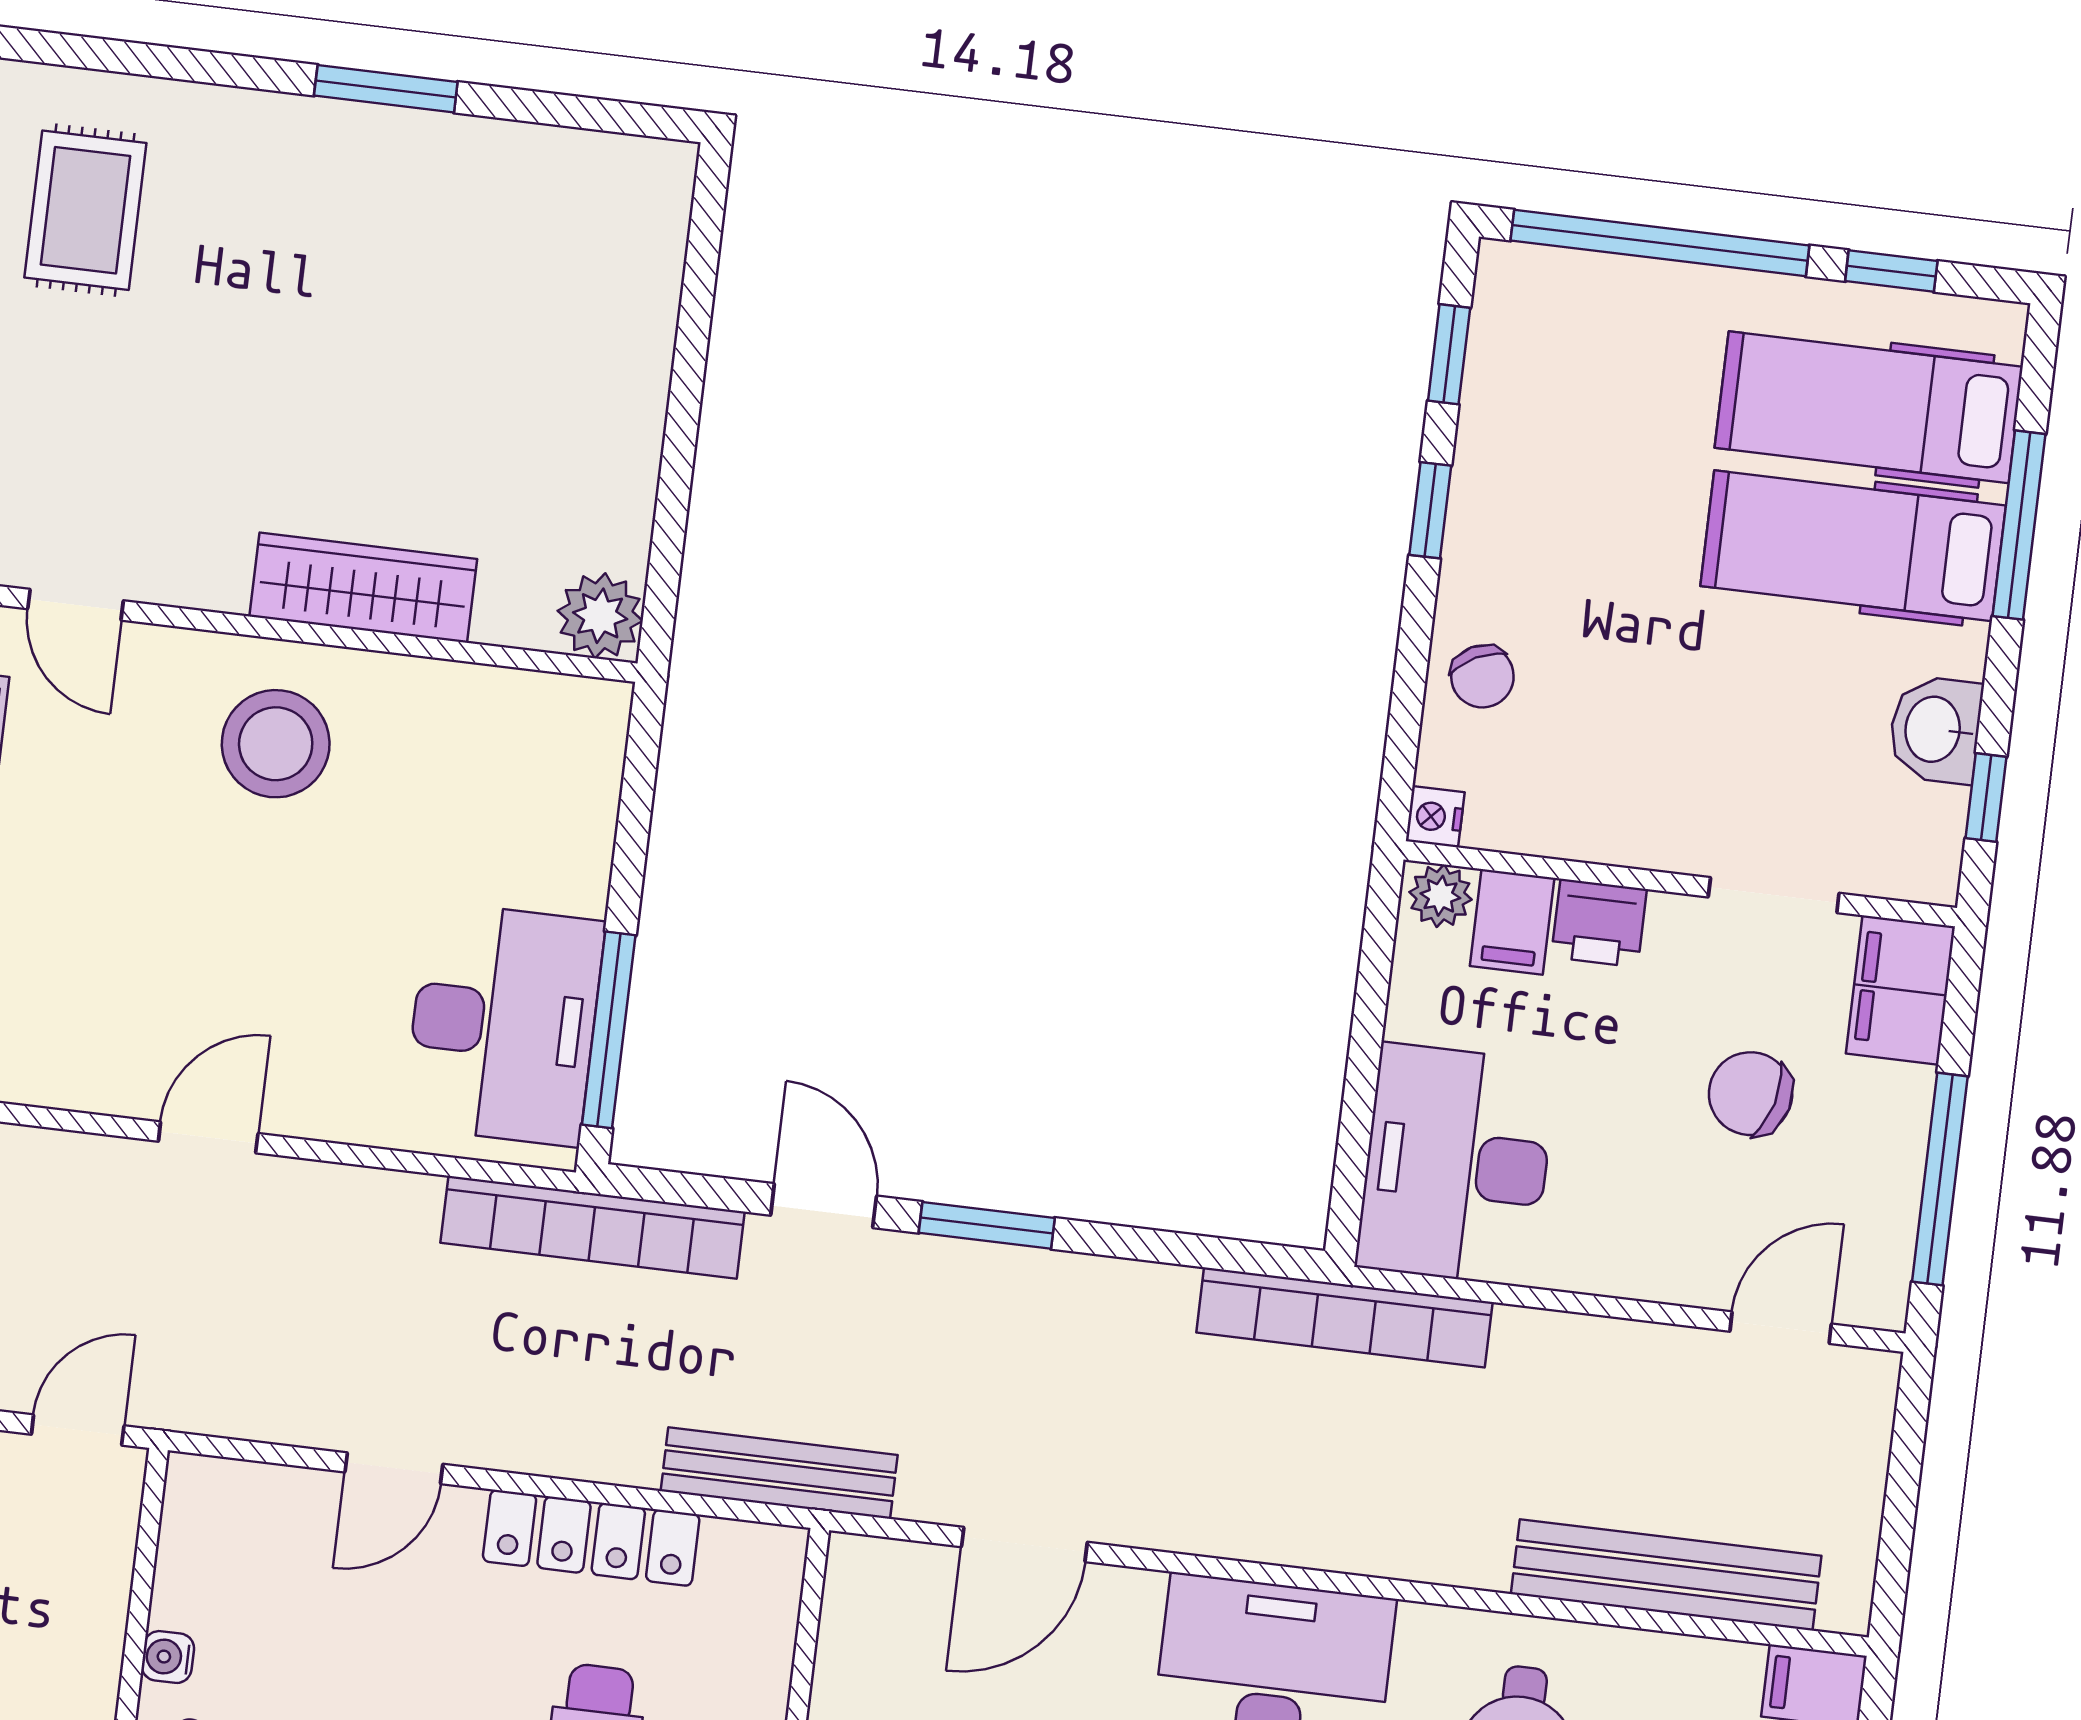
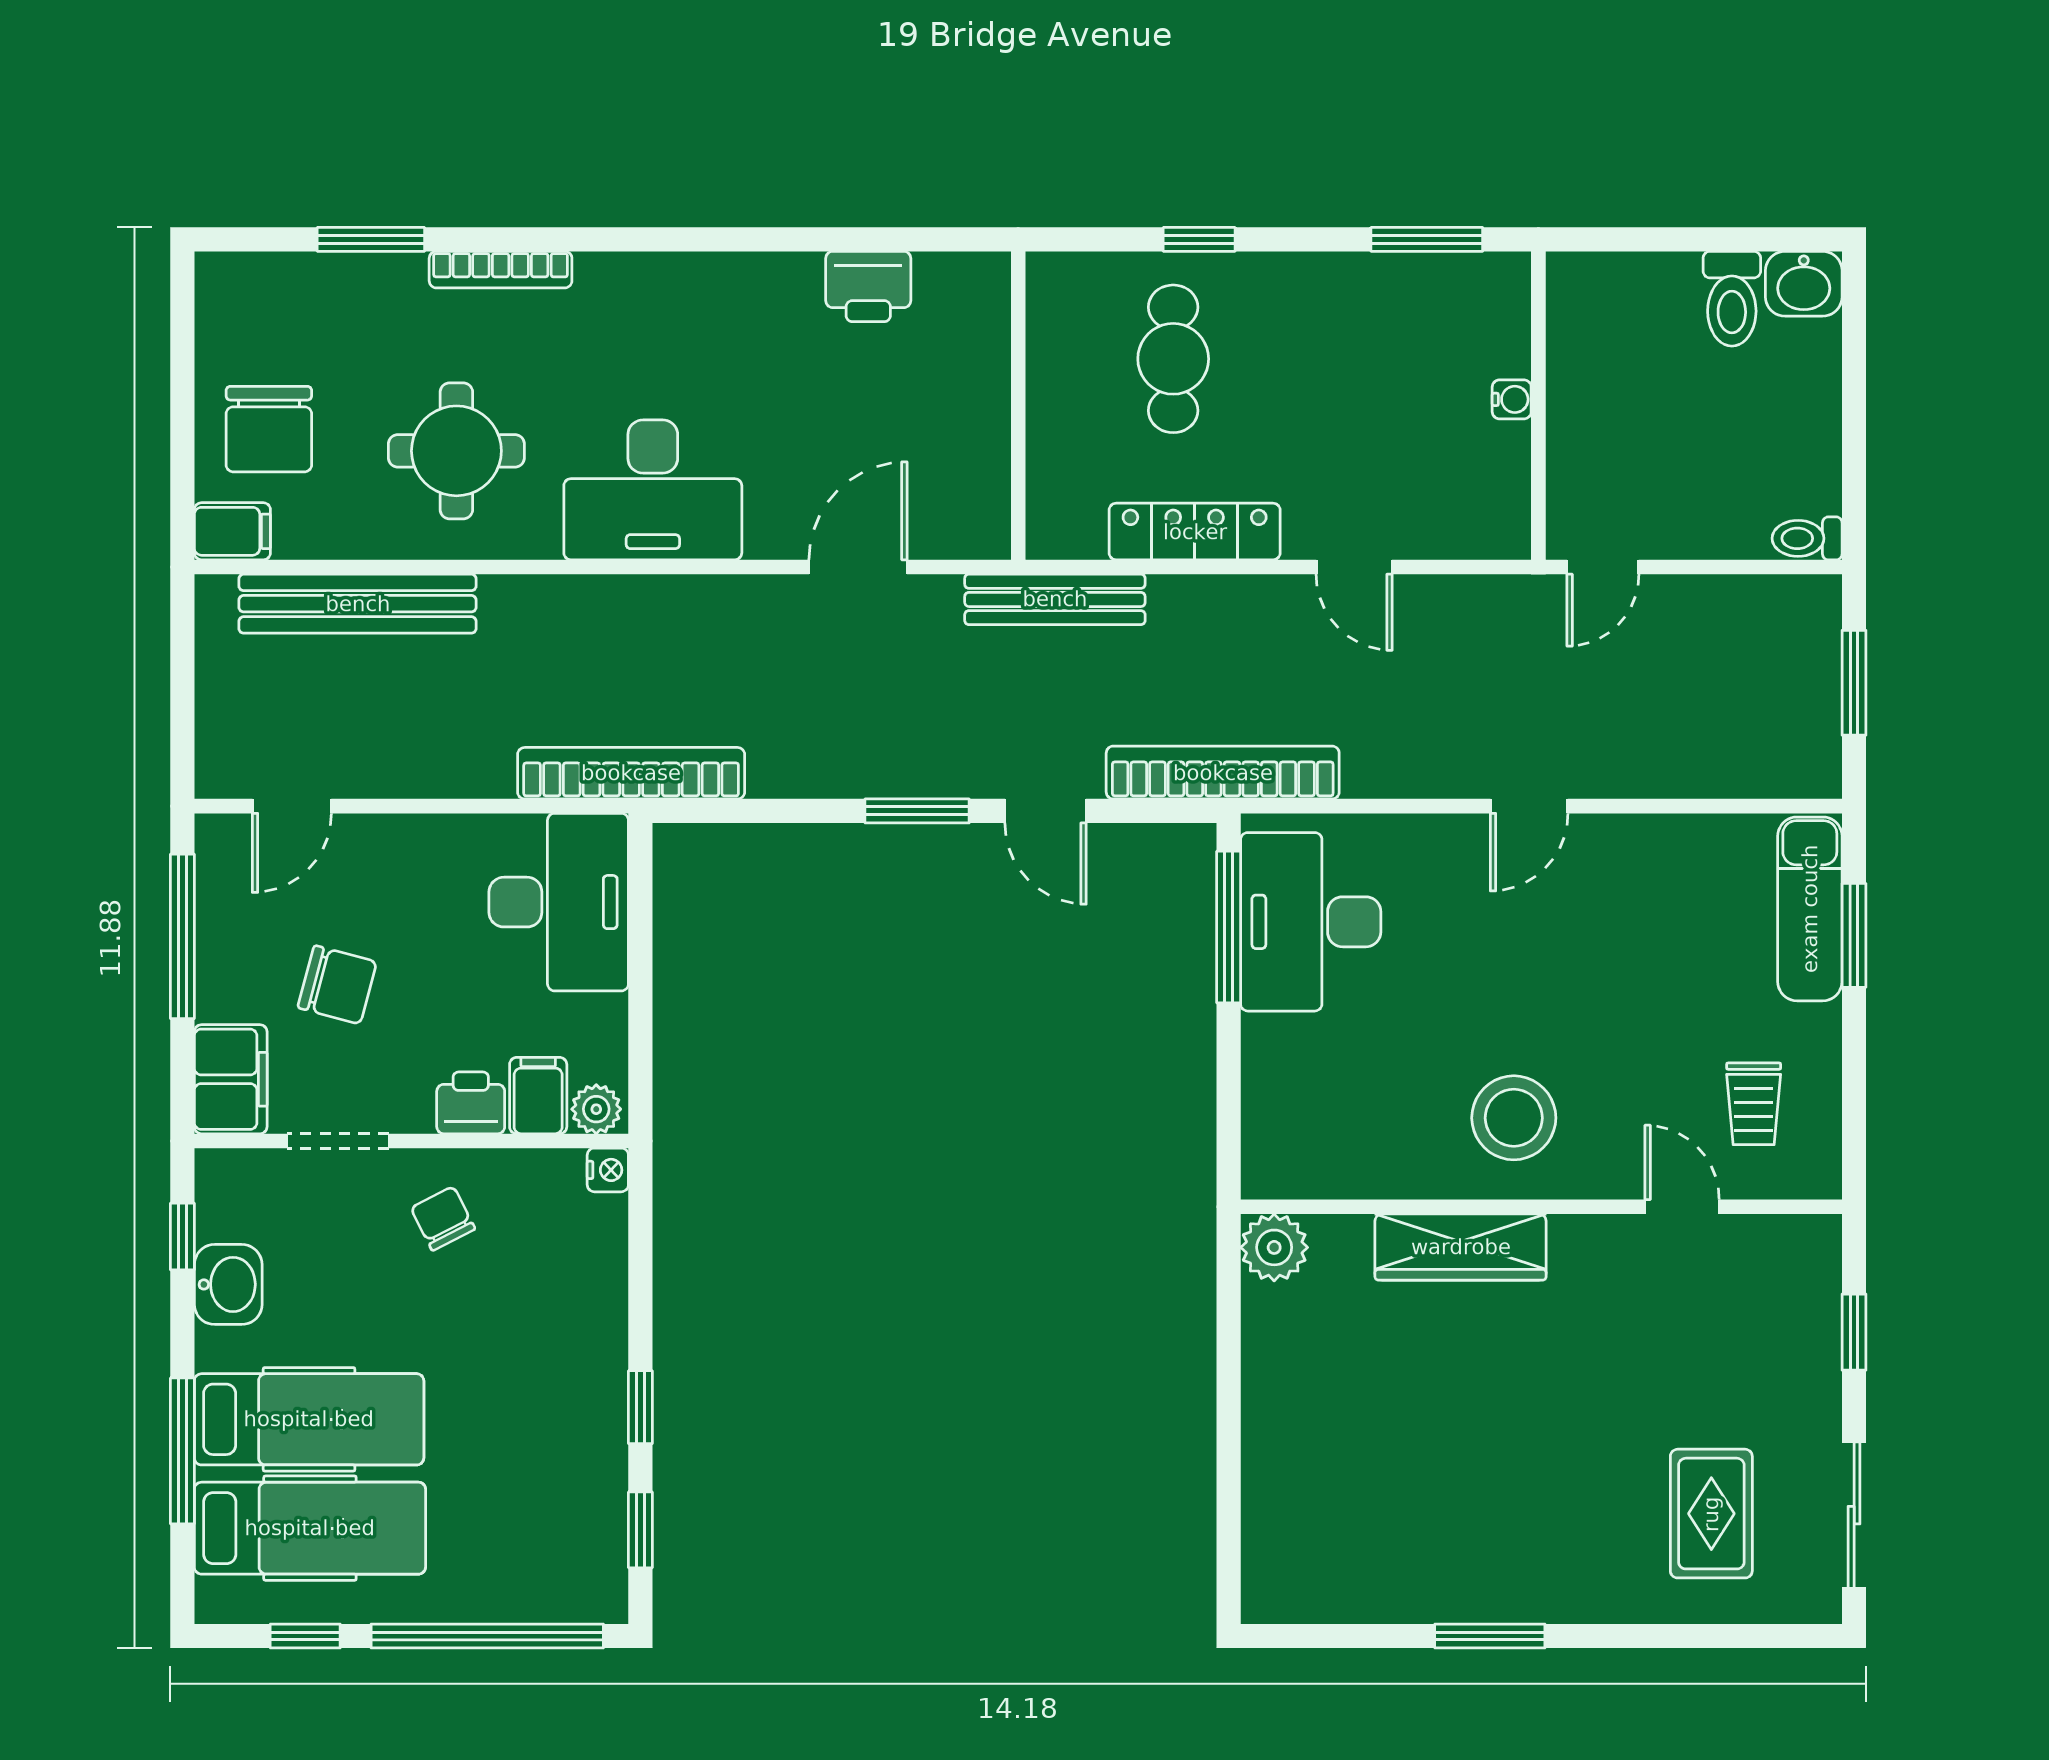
chair: (1482, 676) -> (443, 1218), moved
door: (394, 1468) -> (1354, 567), swing flipped

